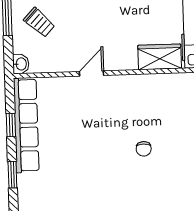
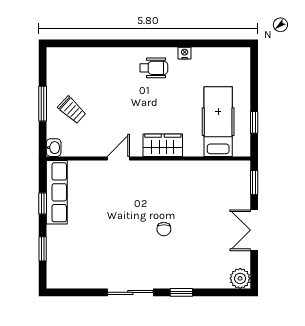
wardrobe: (160, 57) -> (163, 145), moved
row of seats: (26, 125) -> (57, 192), width x0.73

